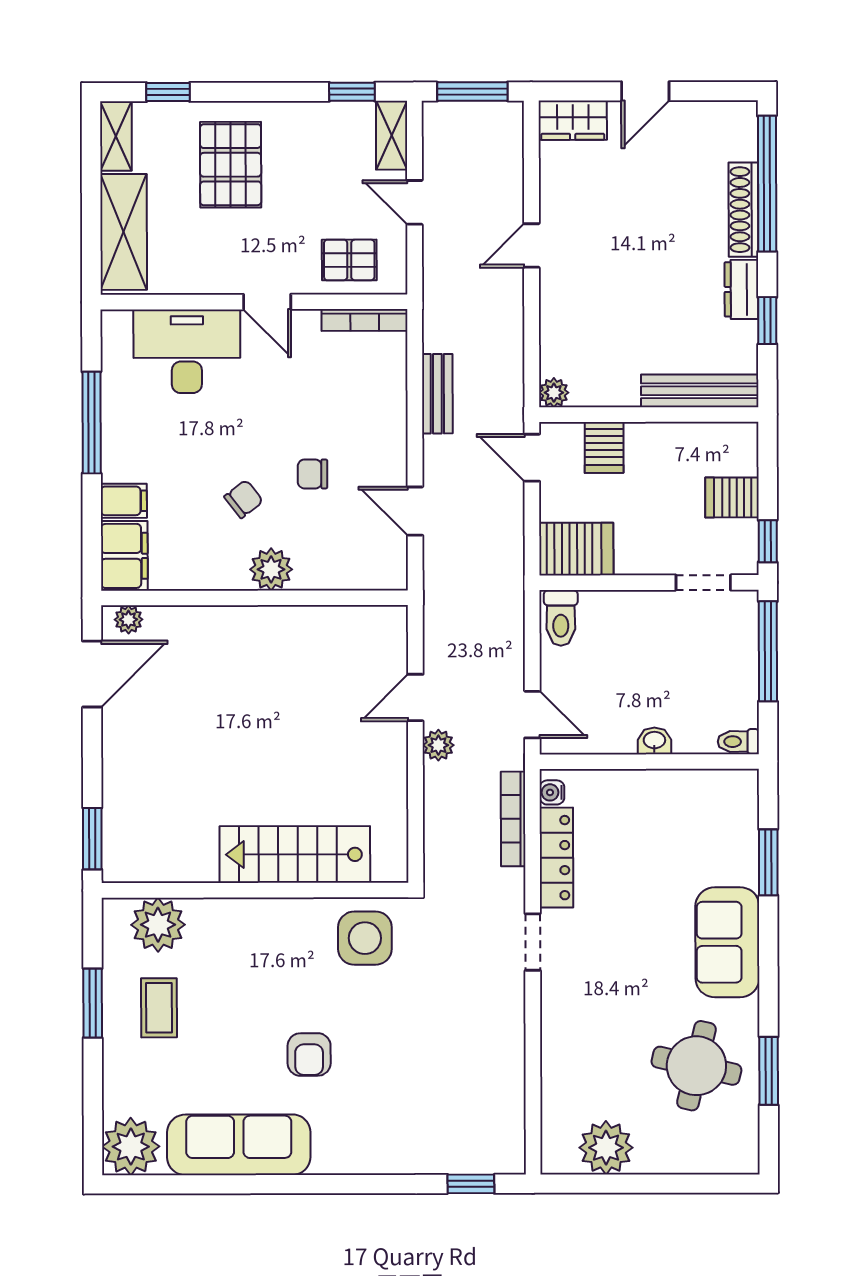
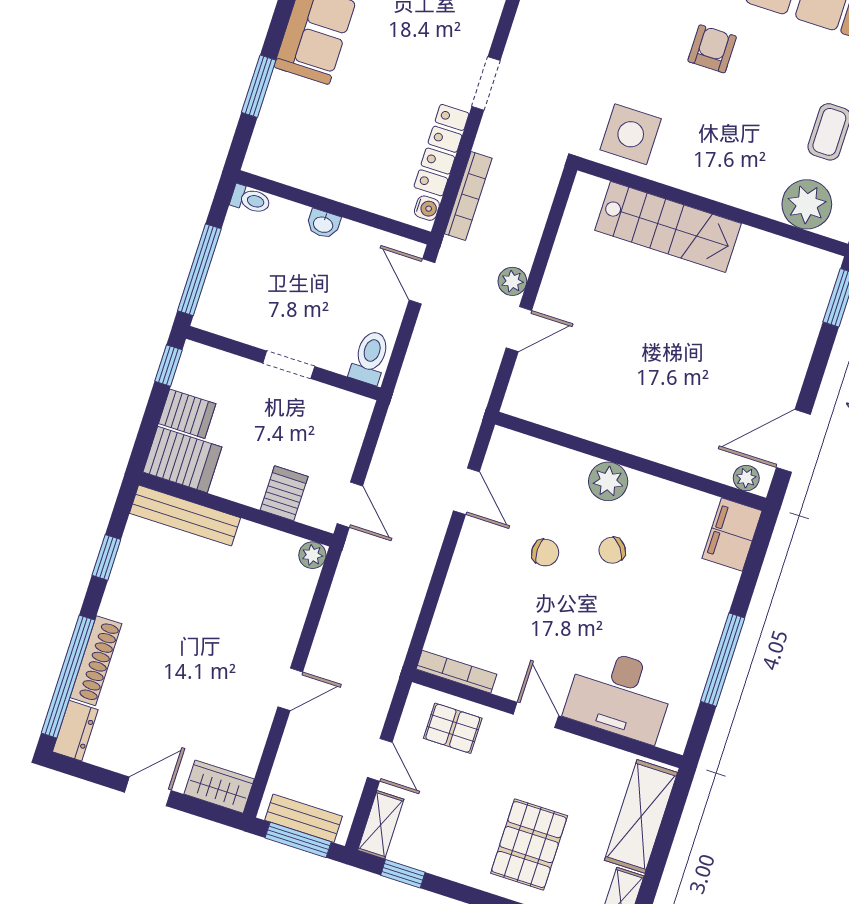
dresser: (741, 289) -> (75, 731), moved
bench: (437, 394) -> (303, 818), moved, turned 90
filing cabinet: (124, 501) -> (717, 583), removed
server rack: (576, 549) -> (182, 460), moved, turned 180
doorway: (703, 583) -> (289, 365), moved

